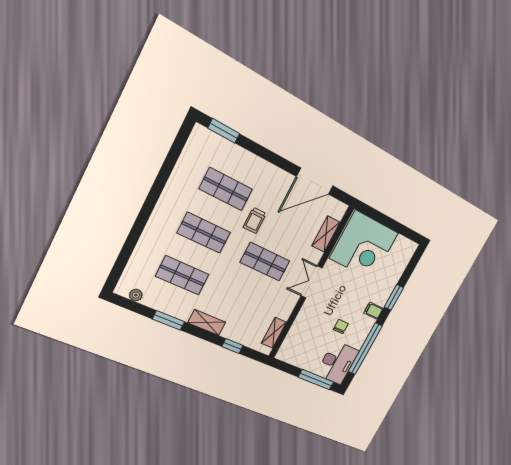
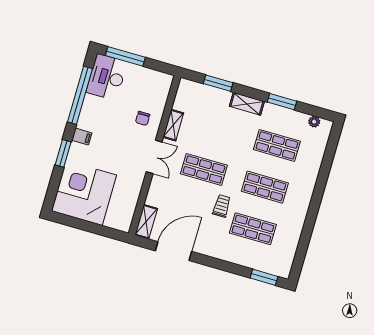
shelving: (326, 234) -> (146, 222), moved
corner desk: (364, 246) -> (84, 193), moved
chair: (341, 327) -> (143, 118), moved
shelving: (274, 333) -> (173, 125), moved
window: (232, 346) -> (218, 83), width x1.50

